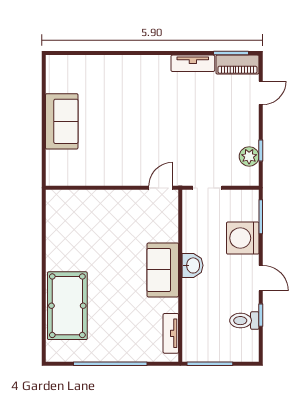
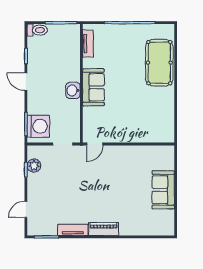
piano: (237, 65) -> (104, 229), moved
washing machine: (243, 238) -> (38, 126), moved
toilet: (244, 321) -> (37, 30), moved

